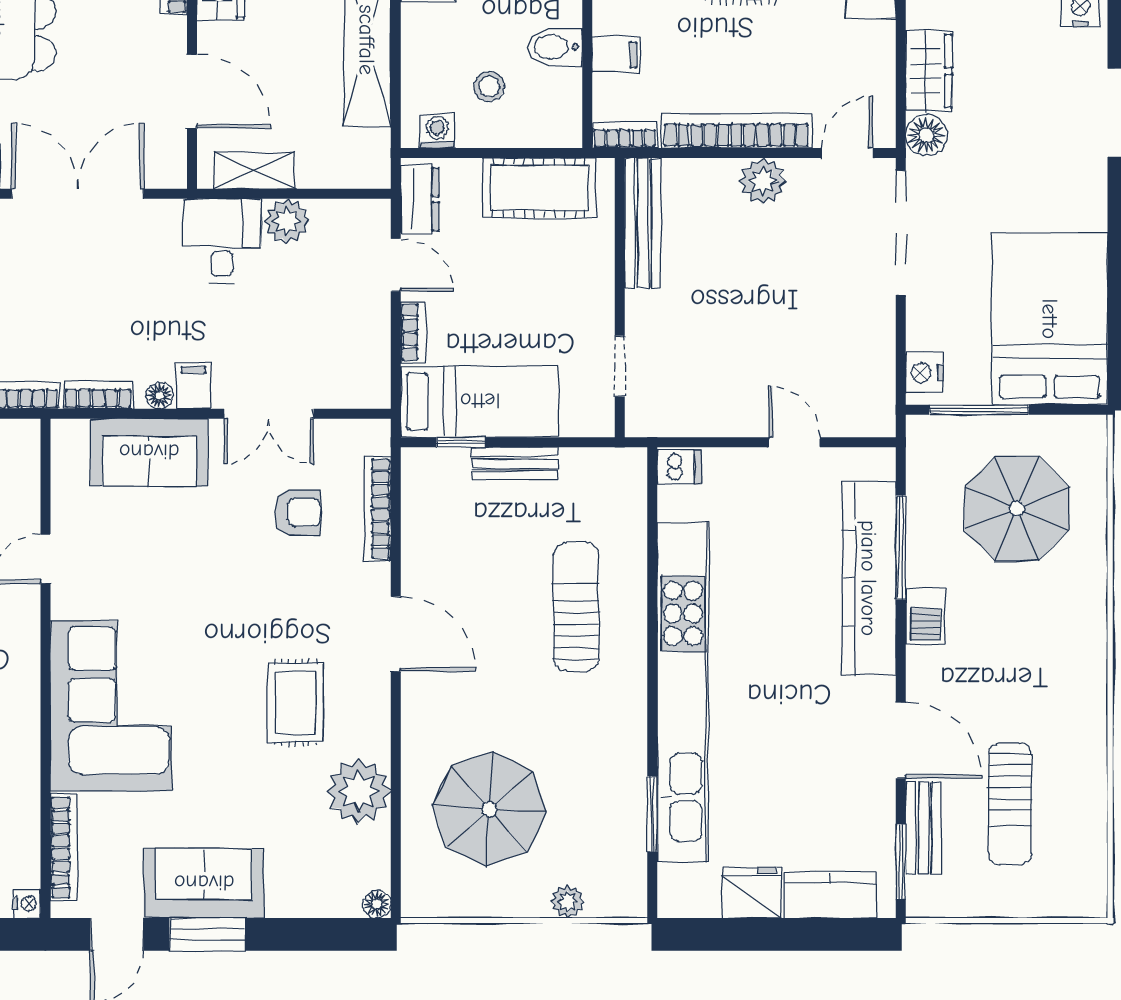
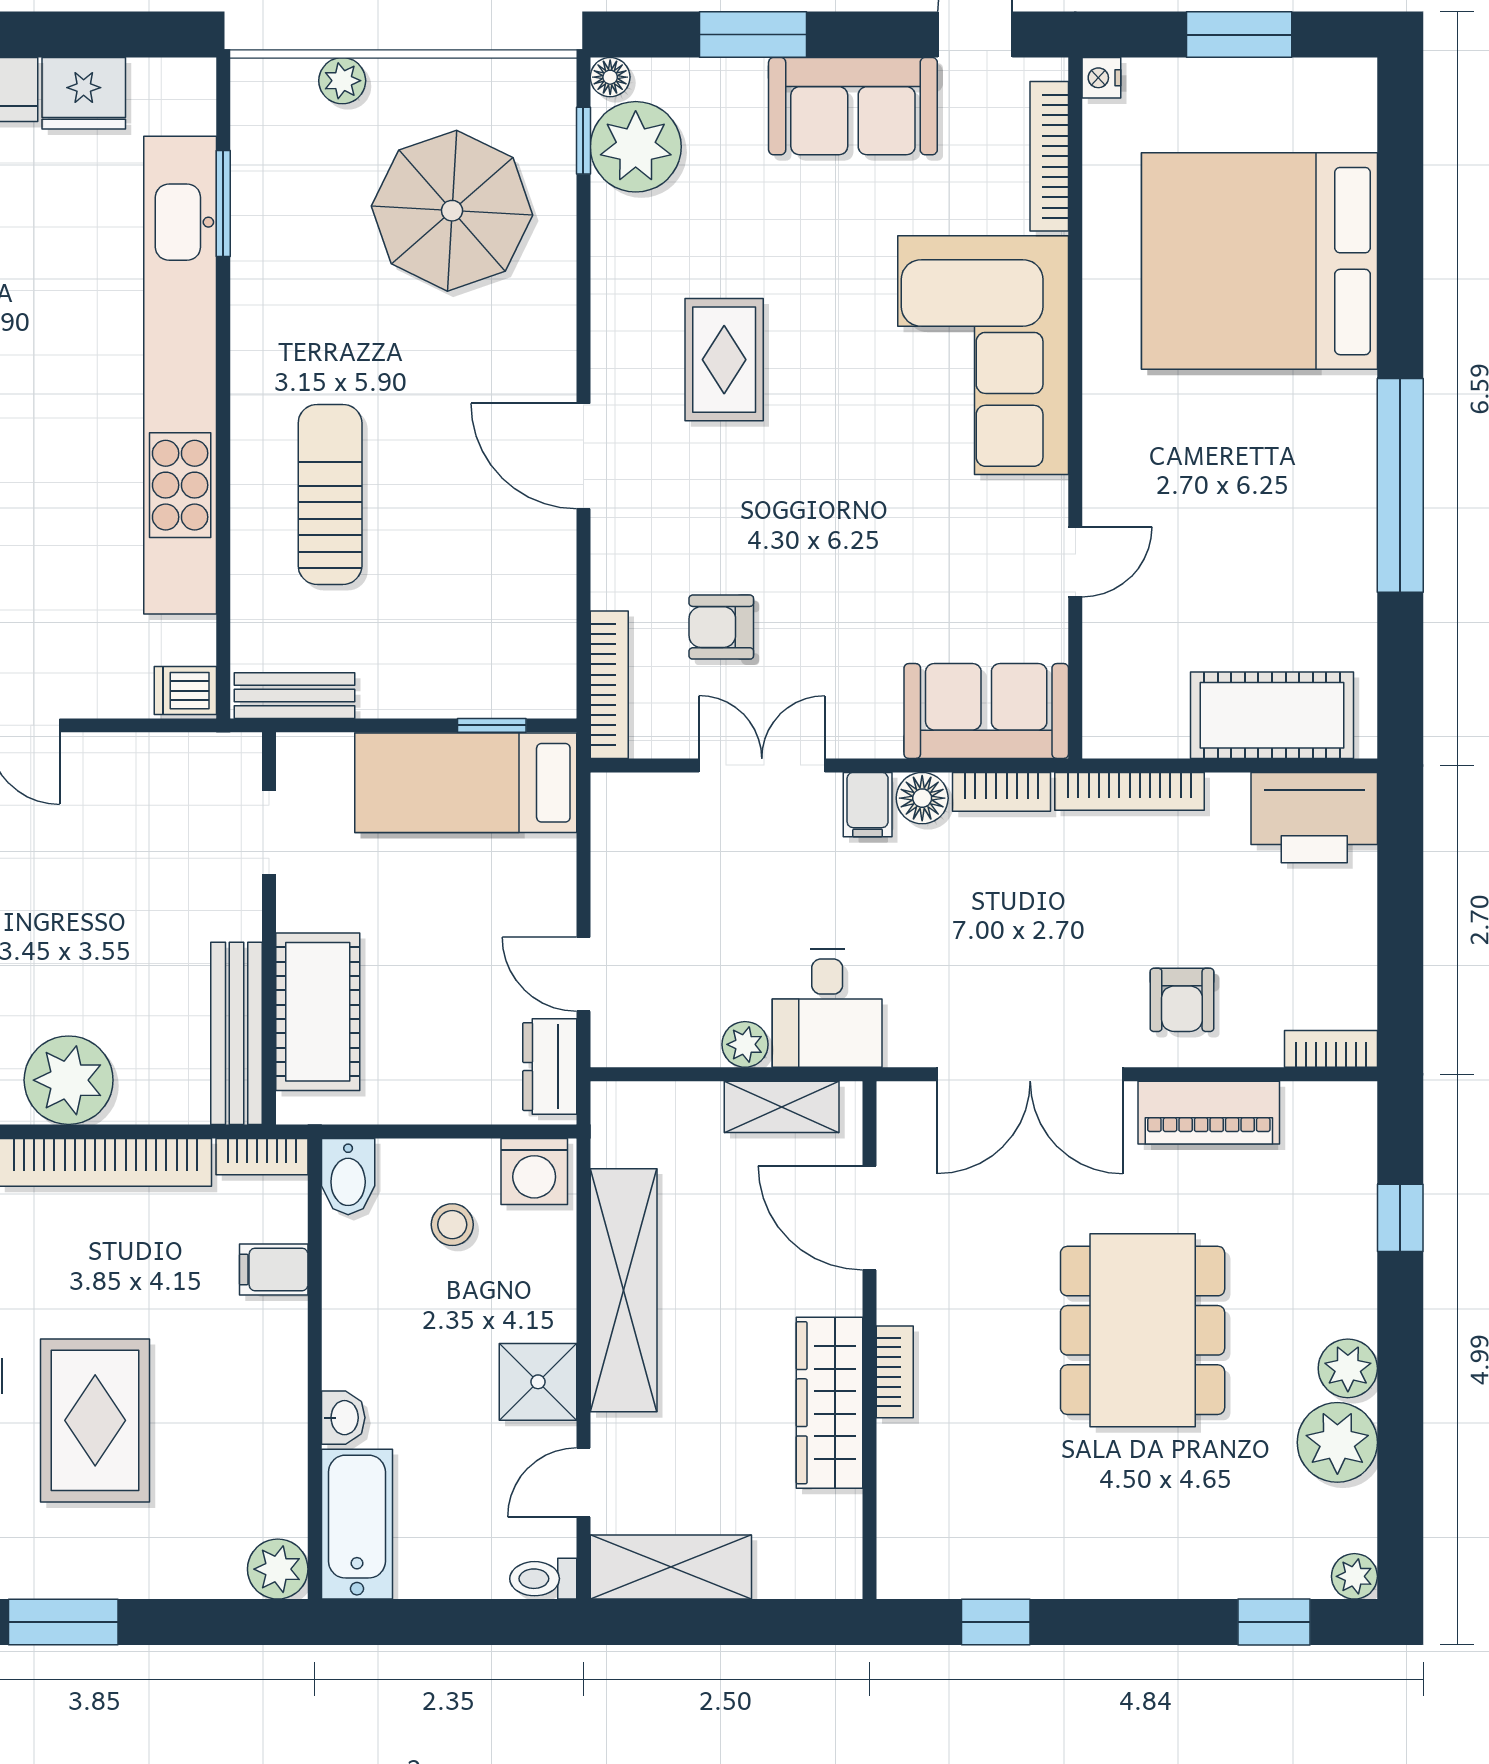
bidet: (555, 47) -> (348, 1177), moved, turned 90
washing machine: (437, 131) -> (534, 1171), width x1.38, depth x1.38
plant: (762, 181) -> (69, 1080), width x1.36, depth x1.36
cot: (539, 188) -> (318, 1012), moved, turned 90
plant: (287, 221) -> (745, 1044), width x0.73, depth x0.73
bookcase: (413, 332) -> (560, 880), removed
floor lamp: (159, 395) -> (922, 798), width x1.37, depth x1.37
sofa: (149, 452) -> (986, 711), moved
bench: (514, 464) -> (295, 696), moved
bookcase: (377, 509) -> (609, 685), moved
sun lounger: (576, 607) -> (330, 494), turned 180
plant: (359, 791) -> (636, 147), moved
window: (396, 859) -> (583, 141), added
window: (208, 934) -> (753, 35), moved

